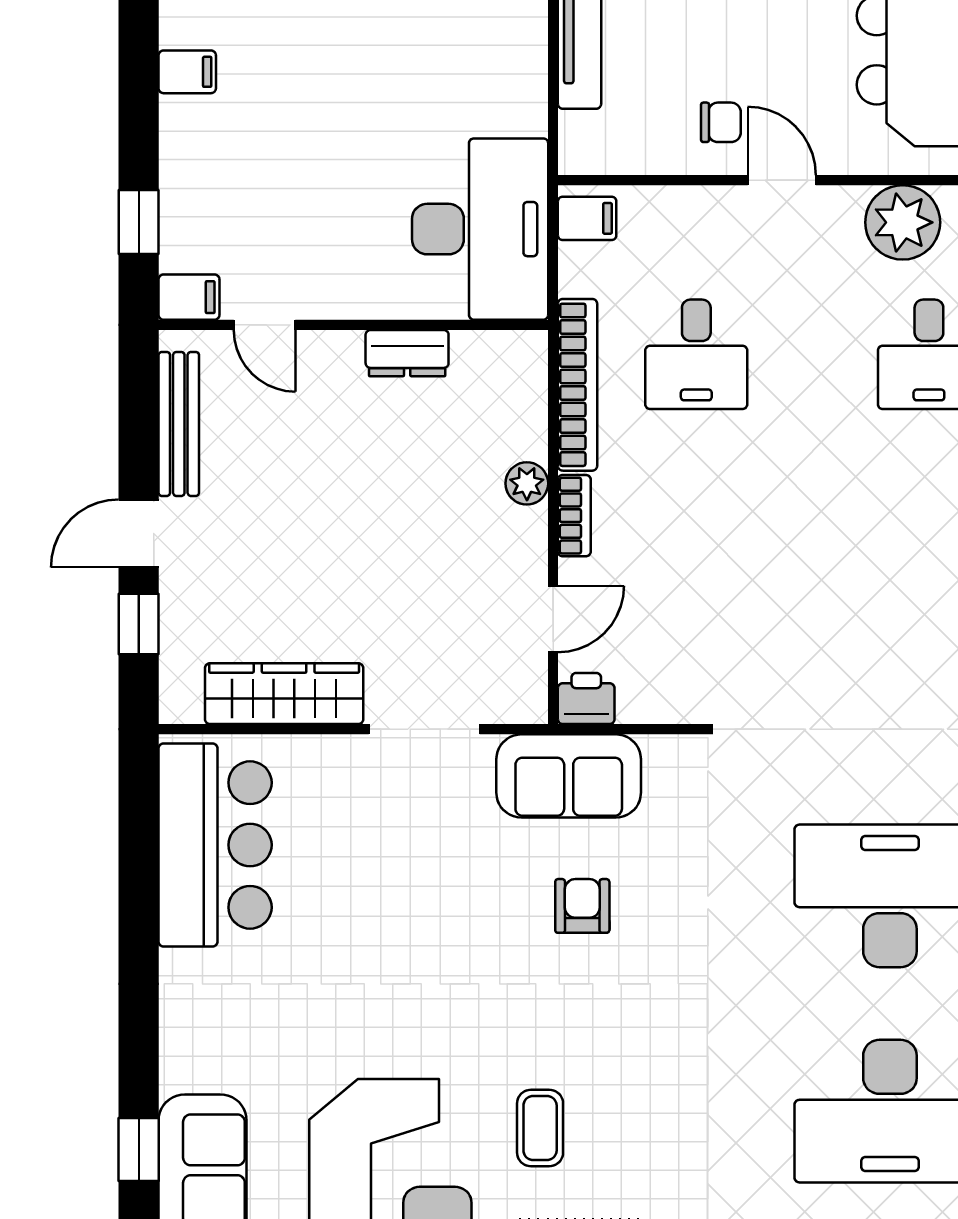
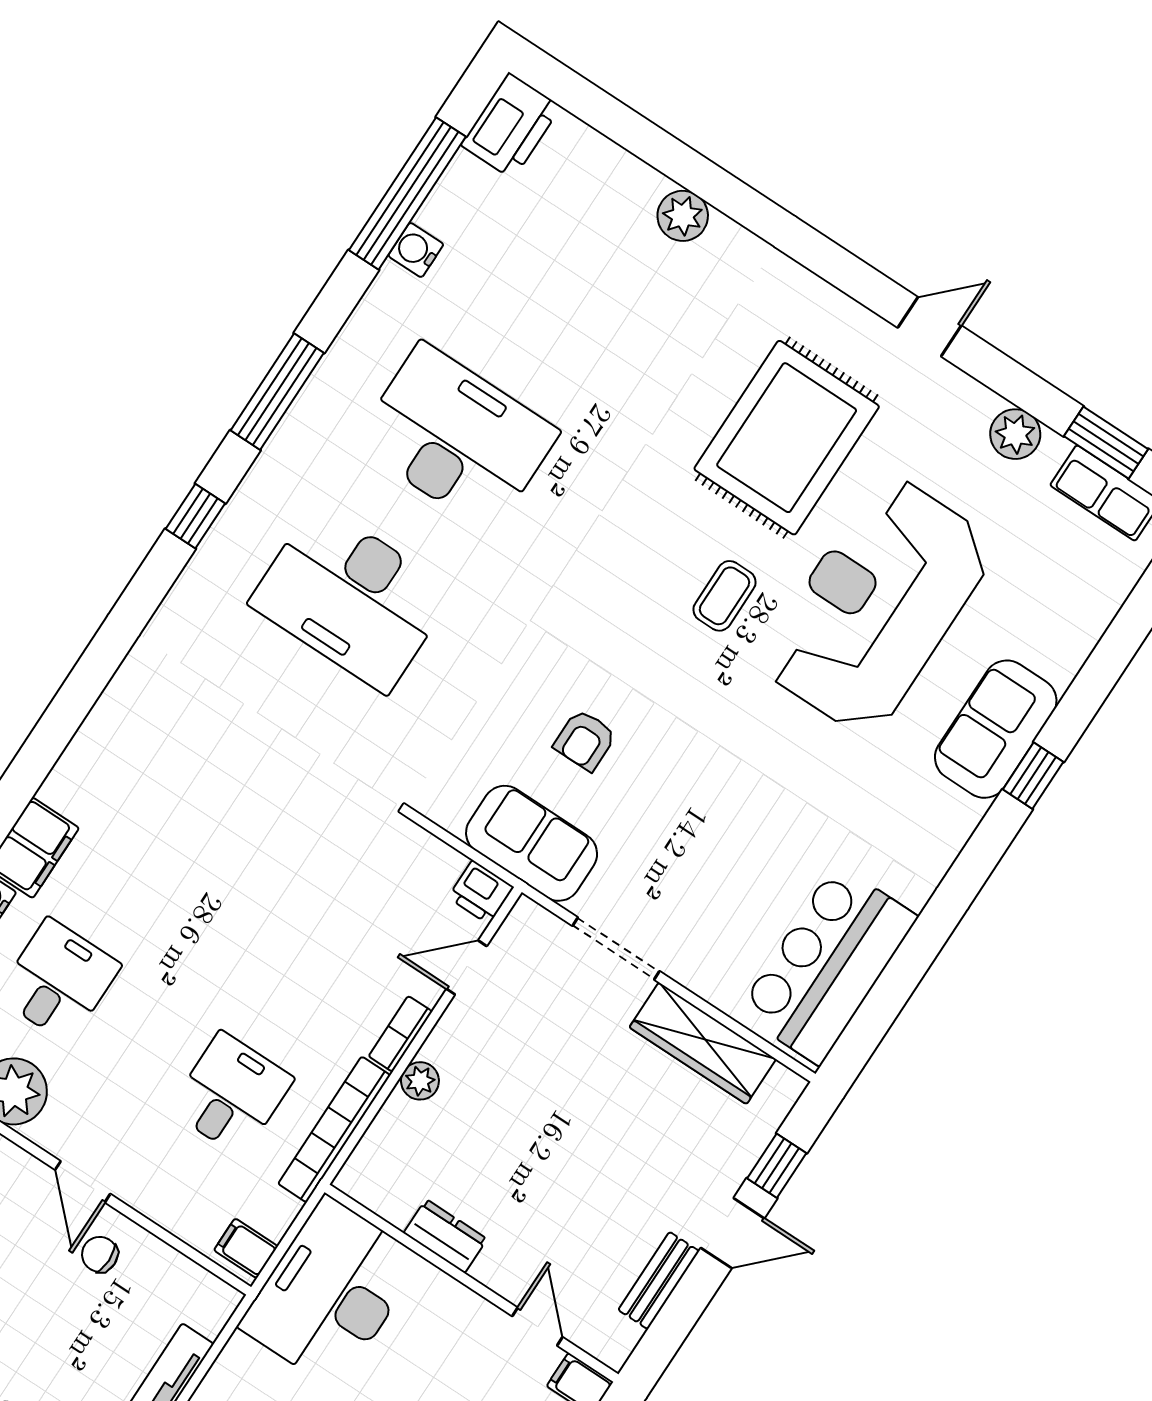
bench: (179, 424) -> (659, 1281), width x0.73

